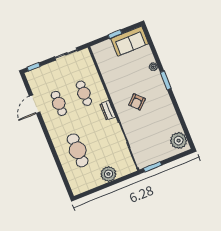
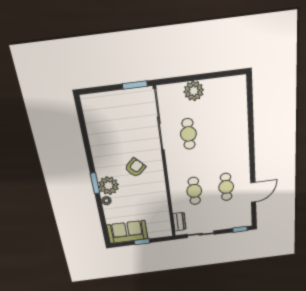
dresser: (108, 110) -> (179, 222), moved
plant: (179, 141) -> (109, 186), moved
cafe table: (78, 150) -> (188, 134), moved, width x0.73, depth x0.74

